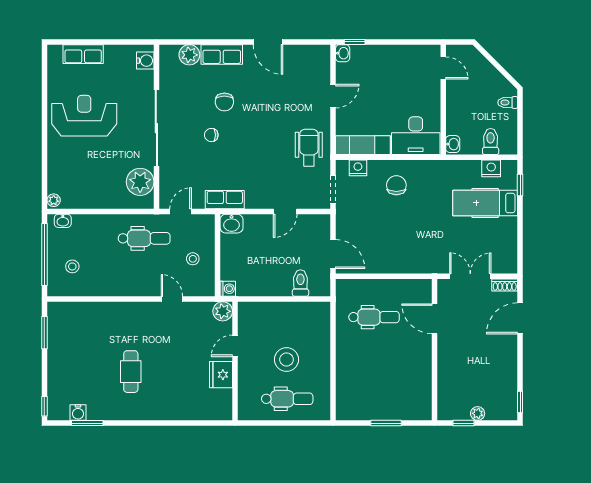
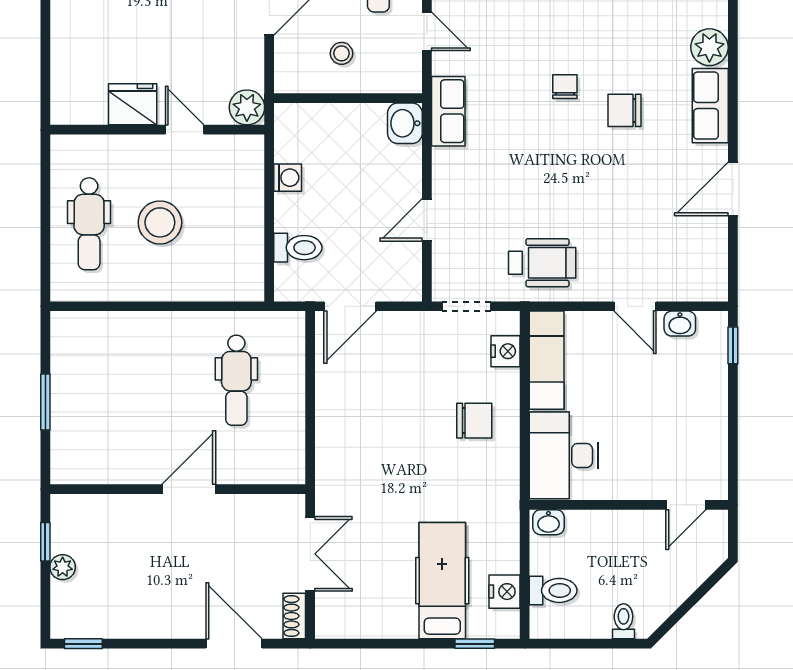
washbasin: (343, 53) -> (680, 324), moved
door: (285, 211) -> (427, 220), hinge flipped
washing machine: (228, 289) -> (288, 178), moved, turned -90
door: (434, 319) -> (189, 489), moved

